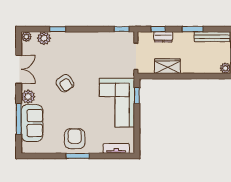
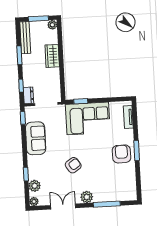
dresser: (163, 37) -> (28, 95), moved
wardrobe: (167, 66) -> (52, 56), moved
sofa: (32, 123) -> (36, 138), moved, turned 90
armchair: (75, 139) -> (122, 154), turned 89

